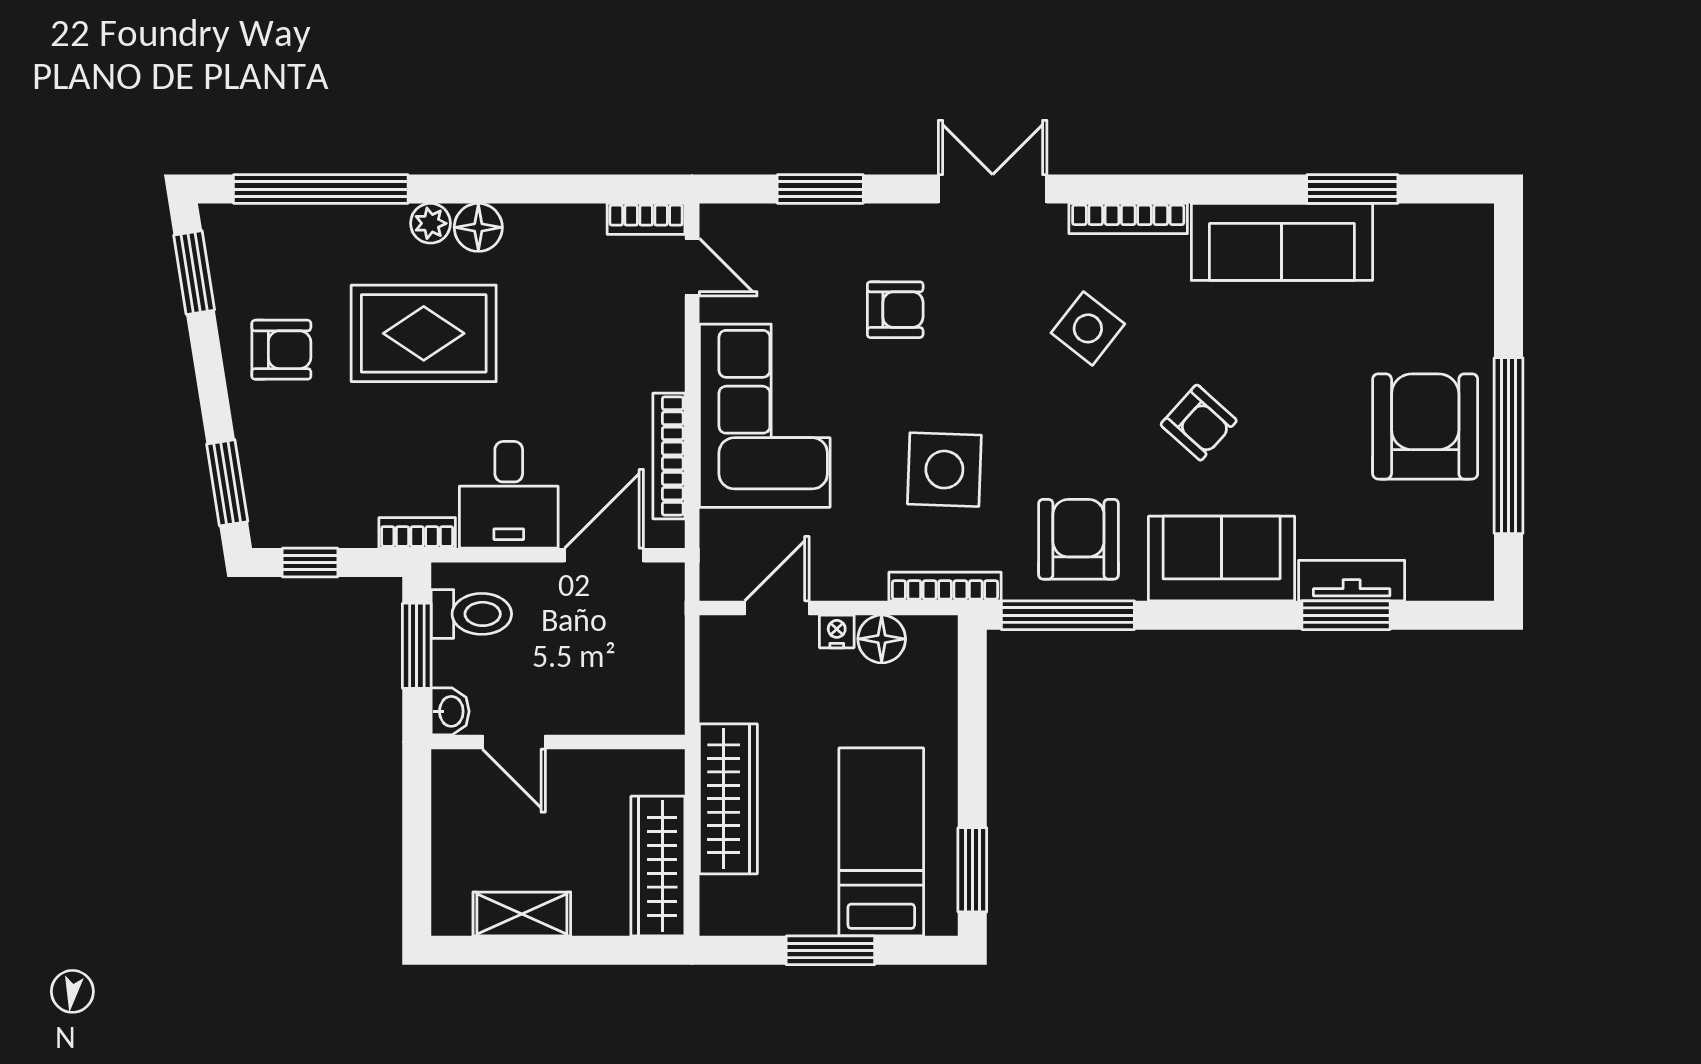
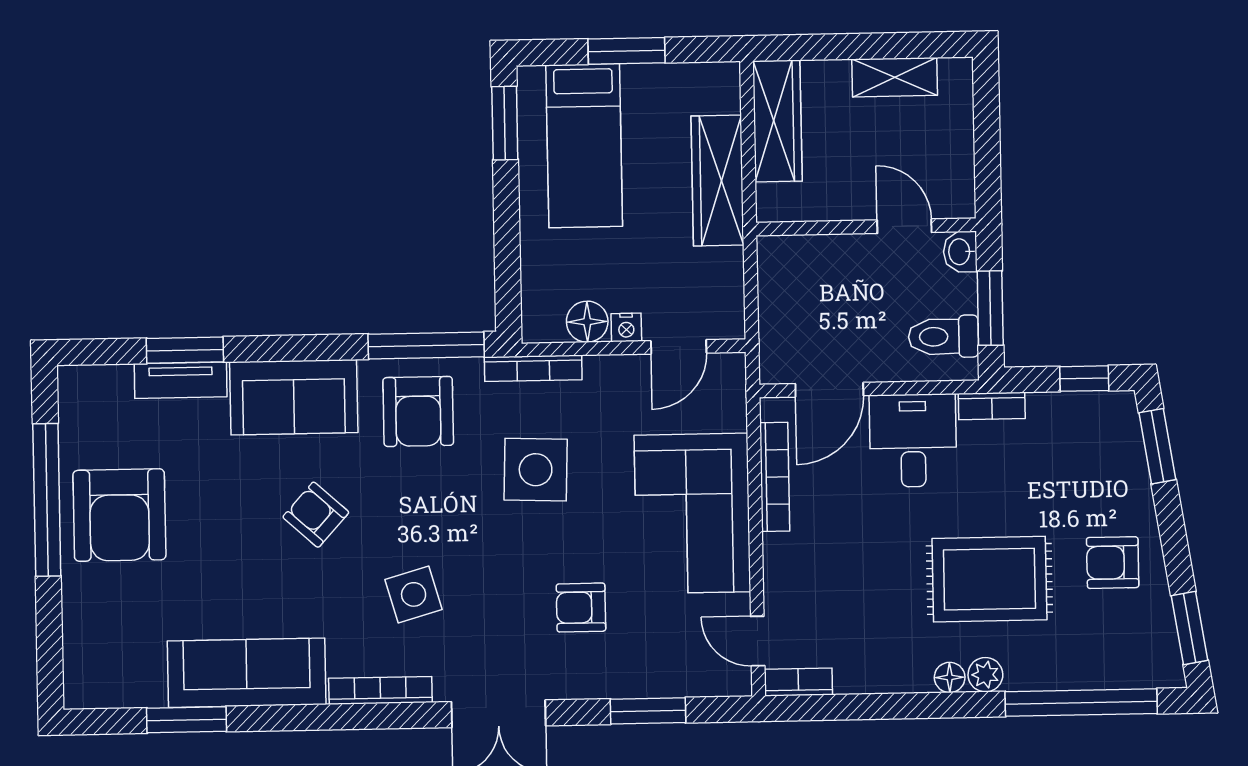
floor lamp: (478, 227) -> (950, 677), width x0.73, depth x0.73
side table: (1088, 328) -> (414, 594), turned 36

